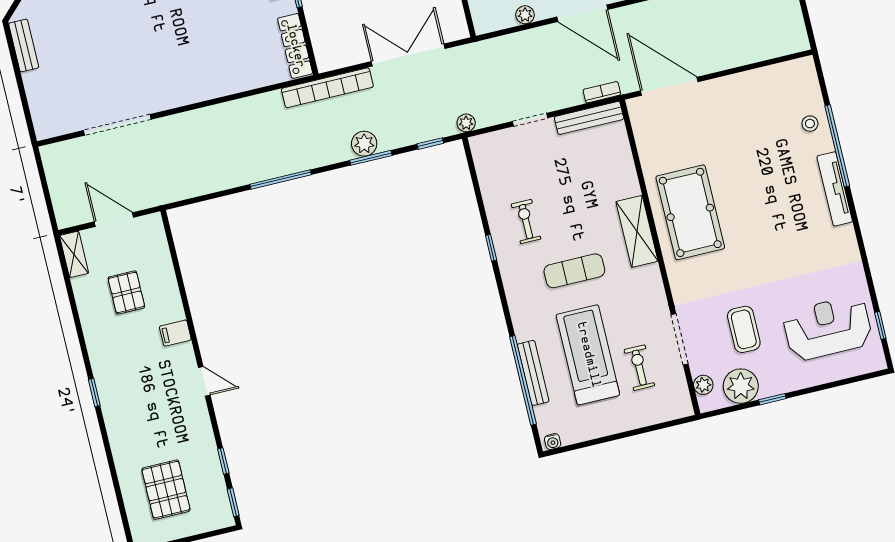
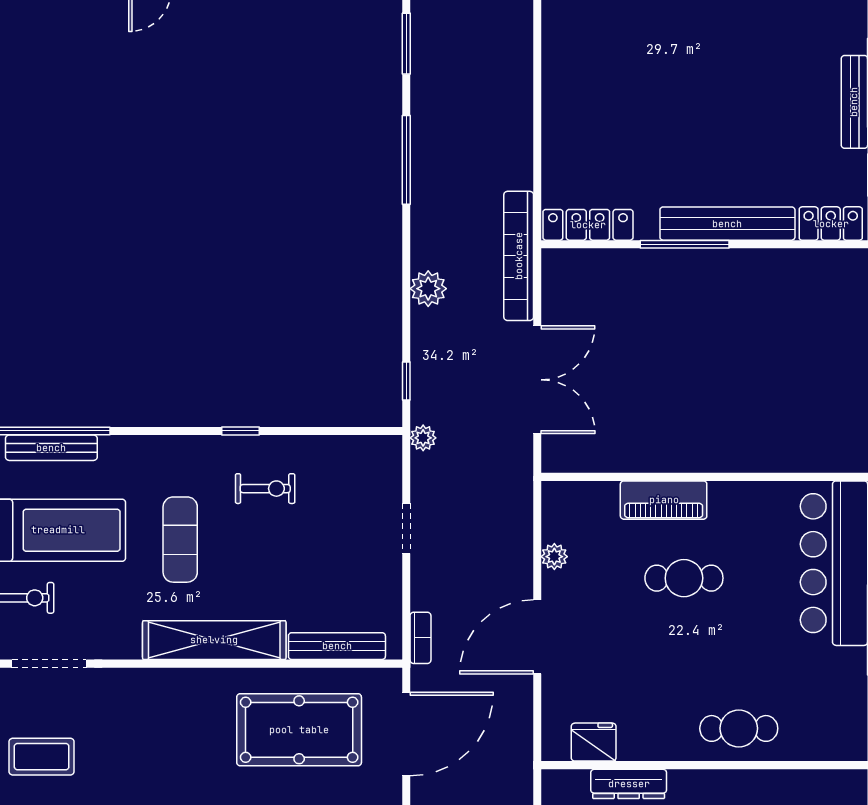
bench: (589, 118) -> (337, 646), moved, turned 90
window: (371, 158) -> (406, 44), moved
pool table: (690, 212) -> (299, 730), moved
shelving: (637, 231) -> (214, 640), width x1.47

